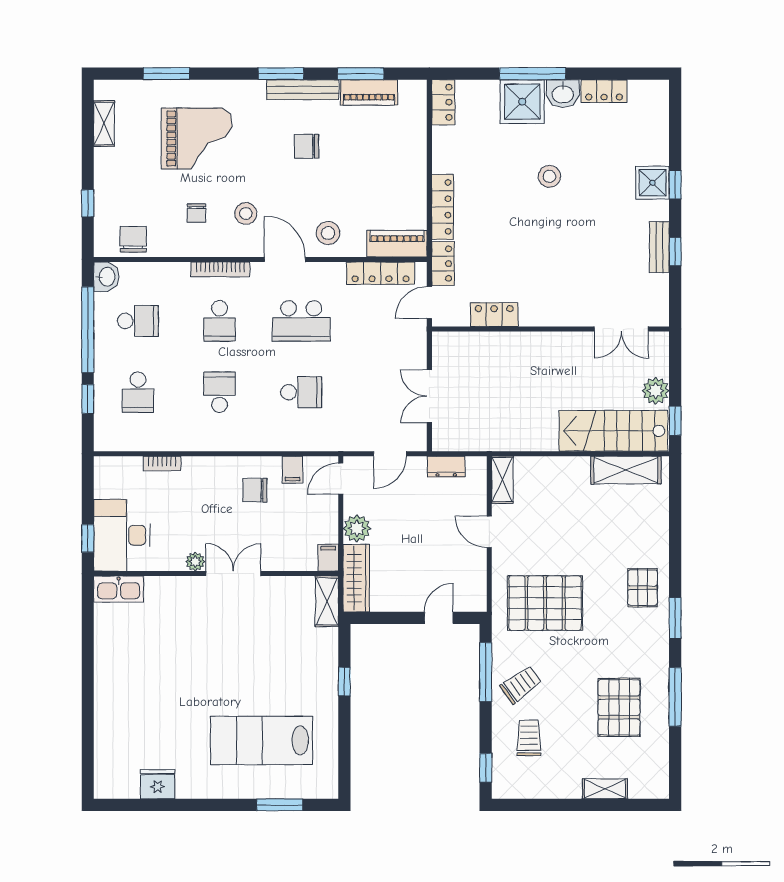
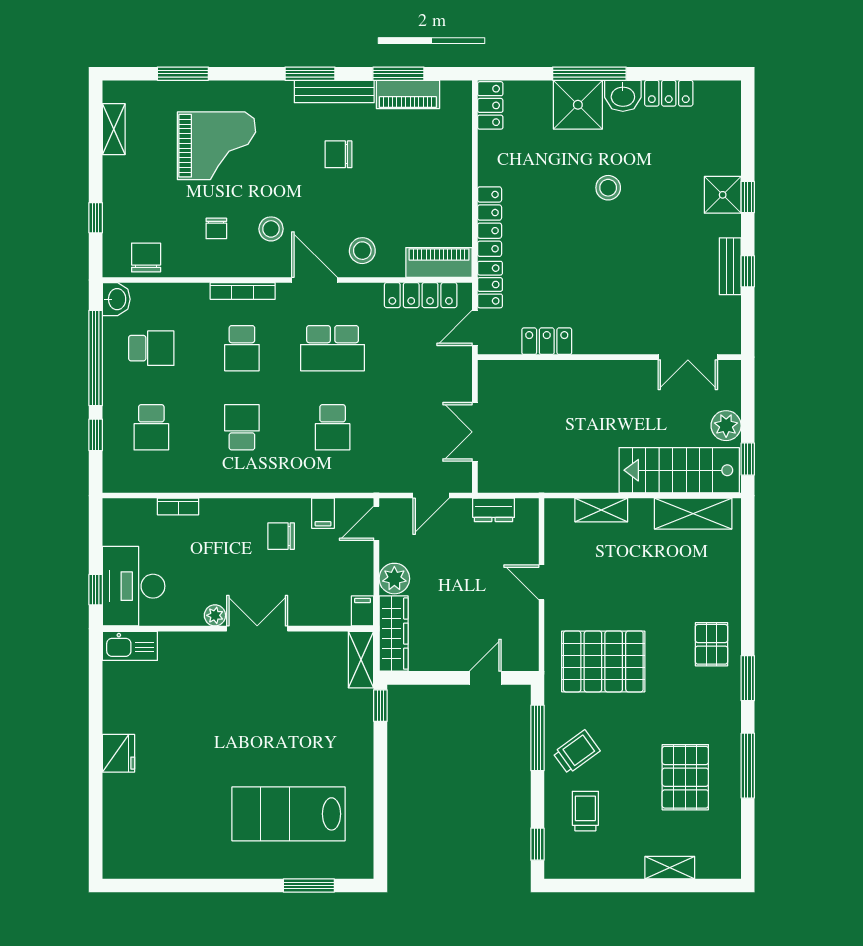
school desk: (301, 392) -> (333, 427), turned 90
shelving: (502, 480) -> (601, 510), moved, turned 90
window: (344, 682) -> (380, 706), moved
fridge: (158, 784) -> (119, 753), moved, turned 90

